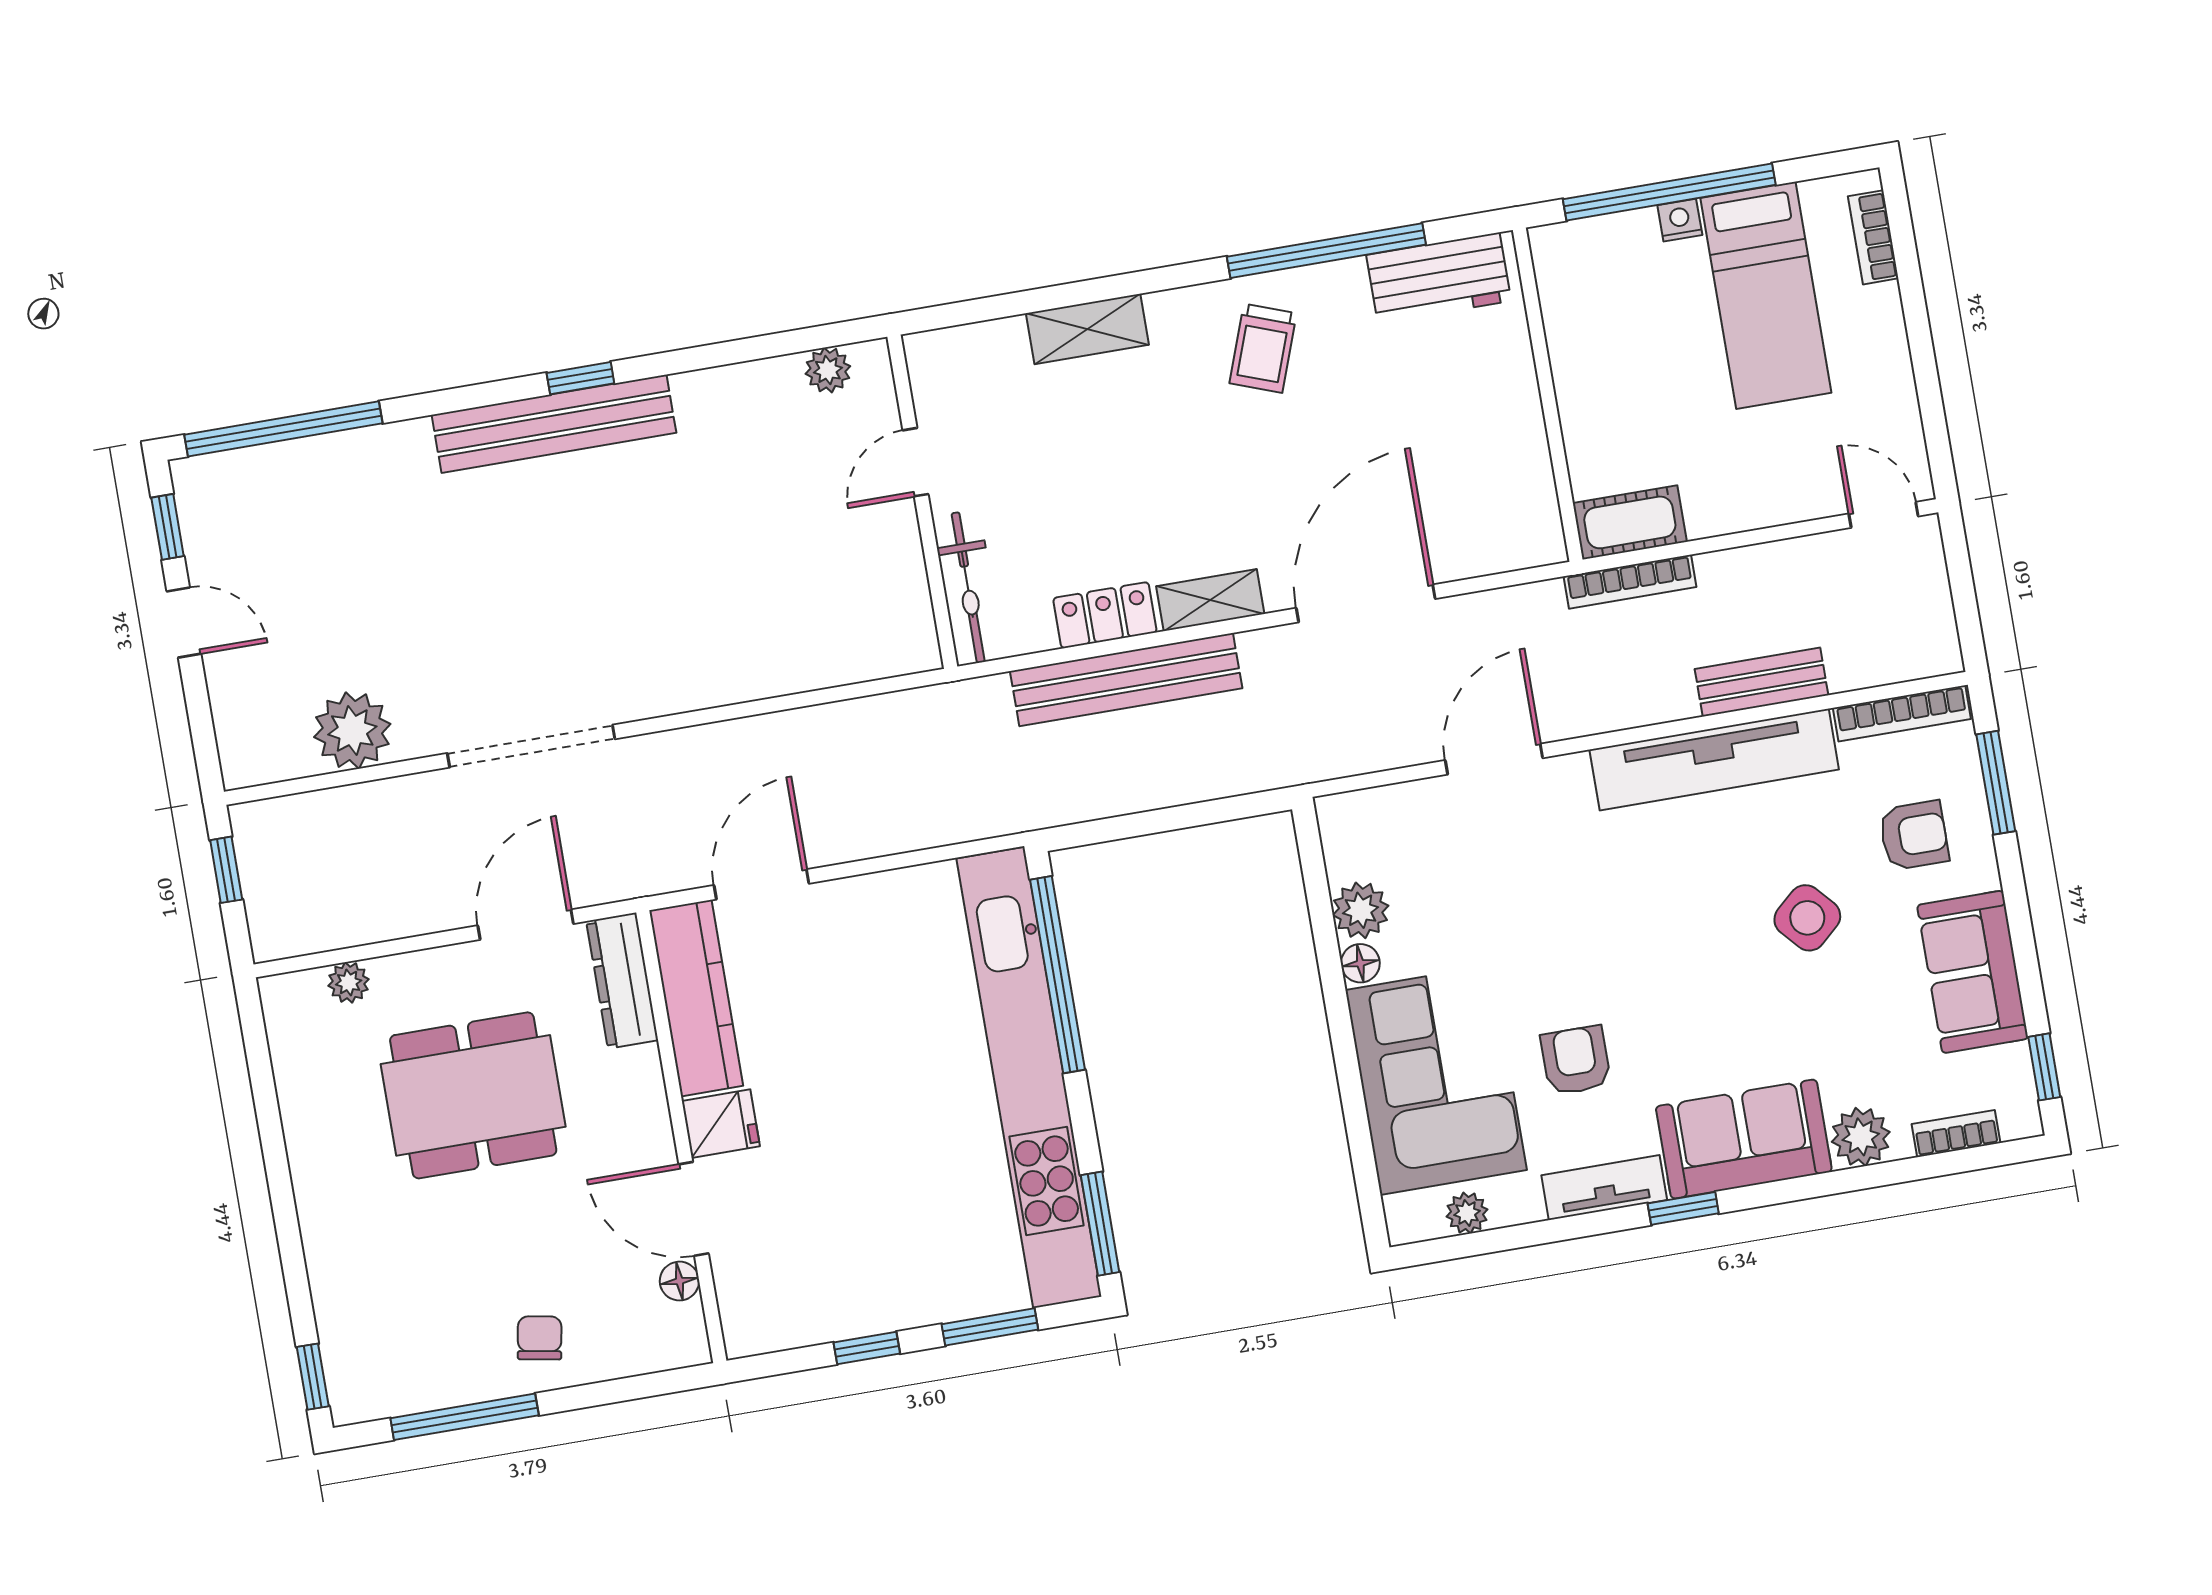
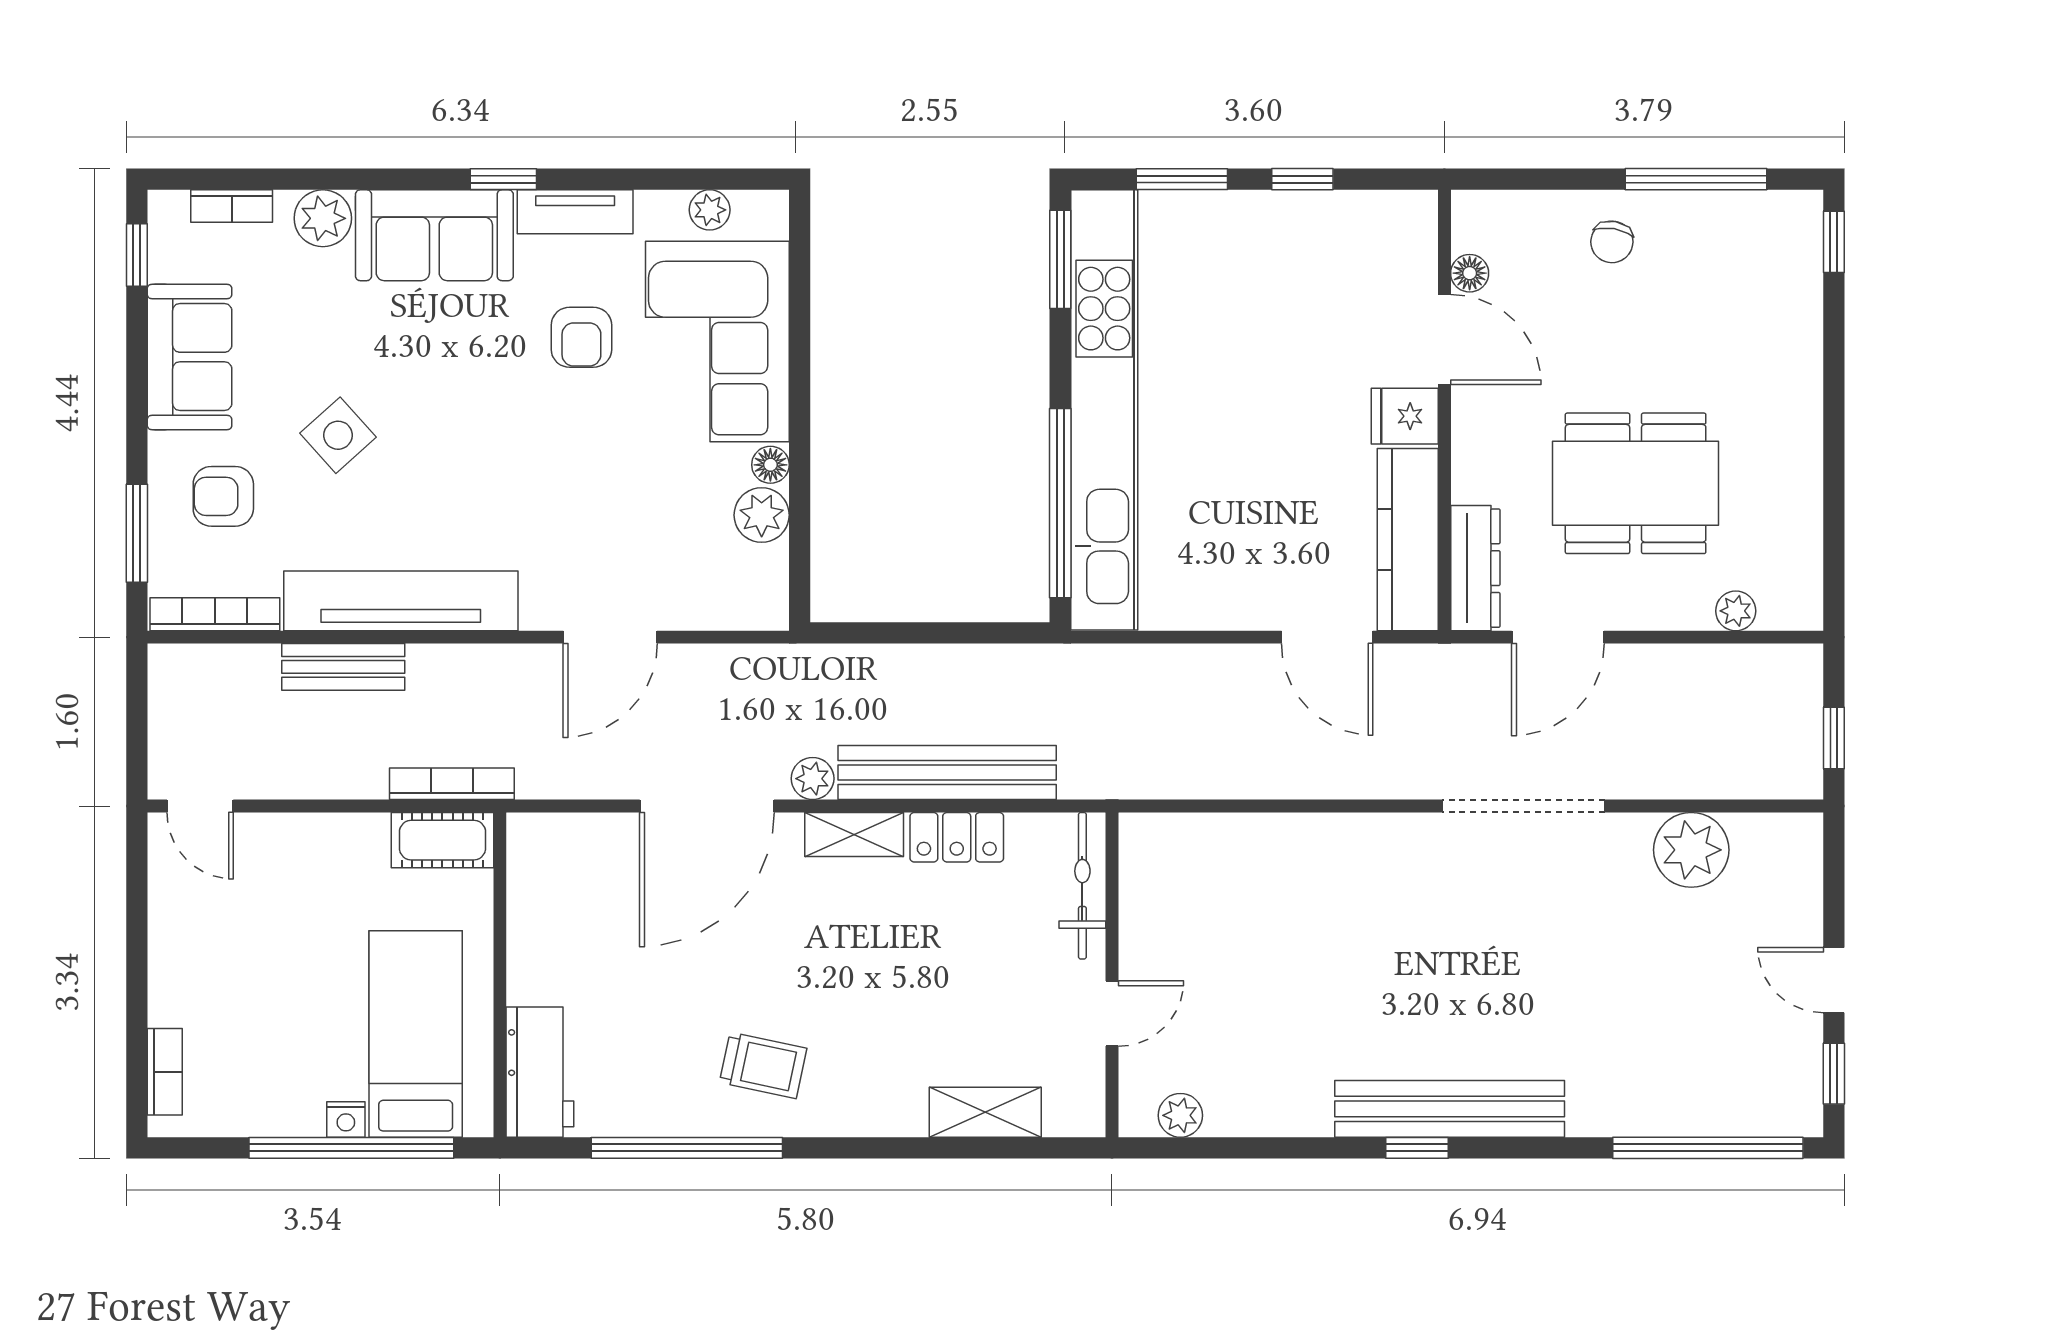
workbench: (1439, 278) -> (540, 1072), moved, turned 90
bed: (1766, 295) -> (416, 1034), moved
shelving: (1087, 329) -> (985, 1112), moved
trolley: (1263, 348) -> (763, 1065), turned 82
plant: (1262, 650) -> (813, 779), added
door: (761, 884) -> (1327, 637), hinge flipped

